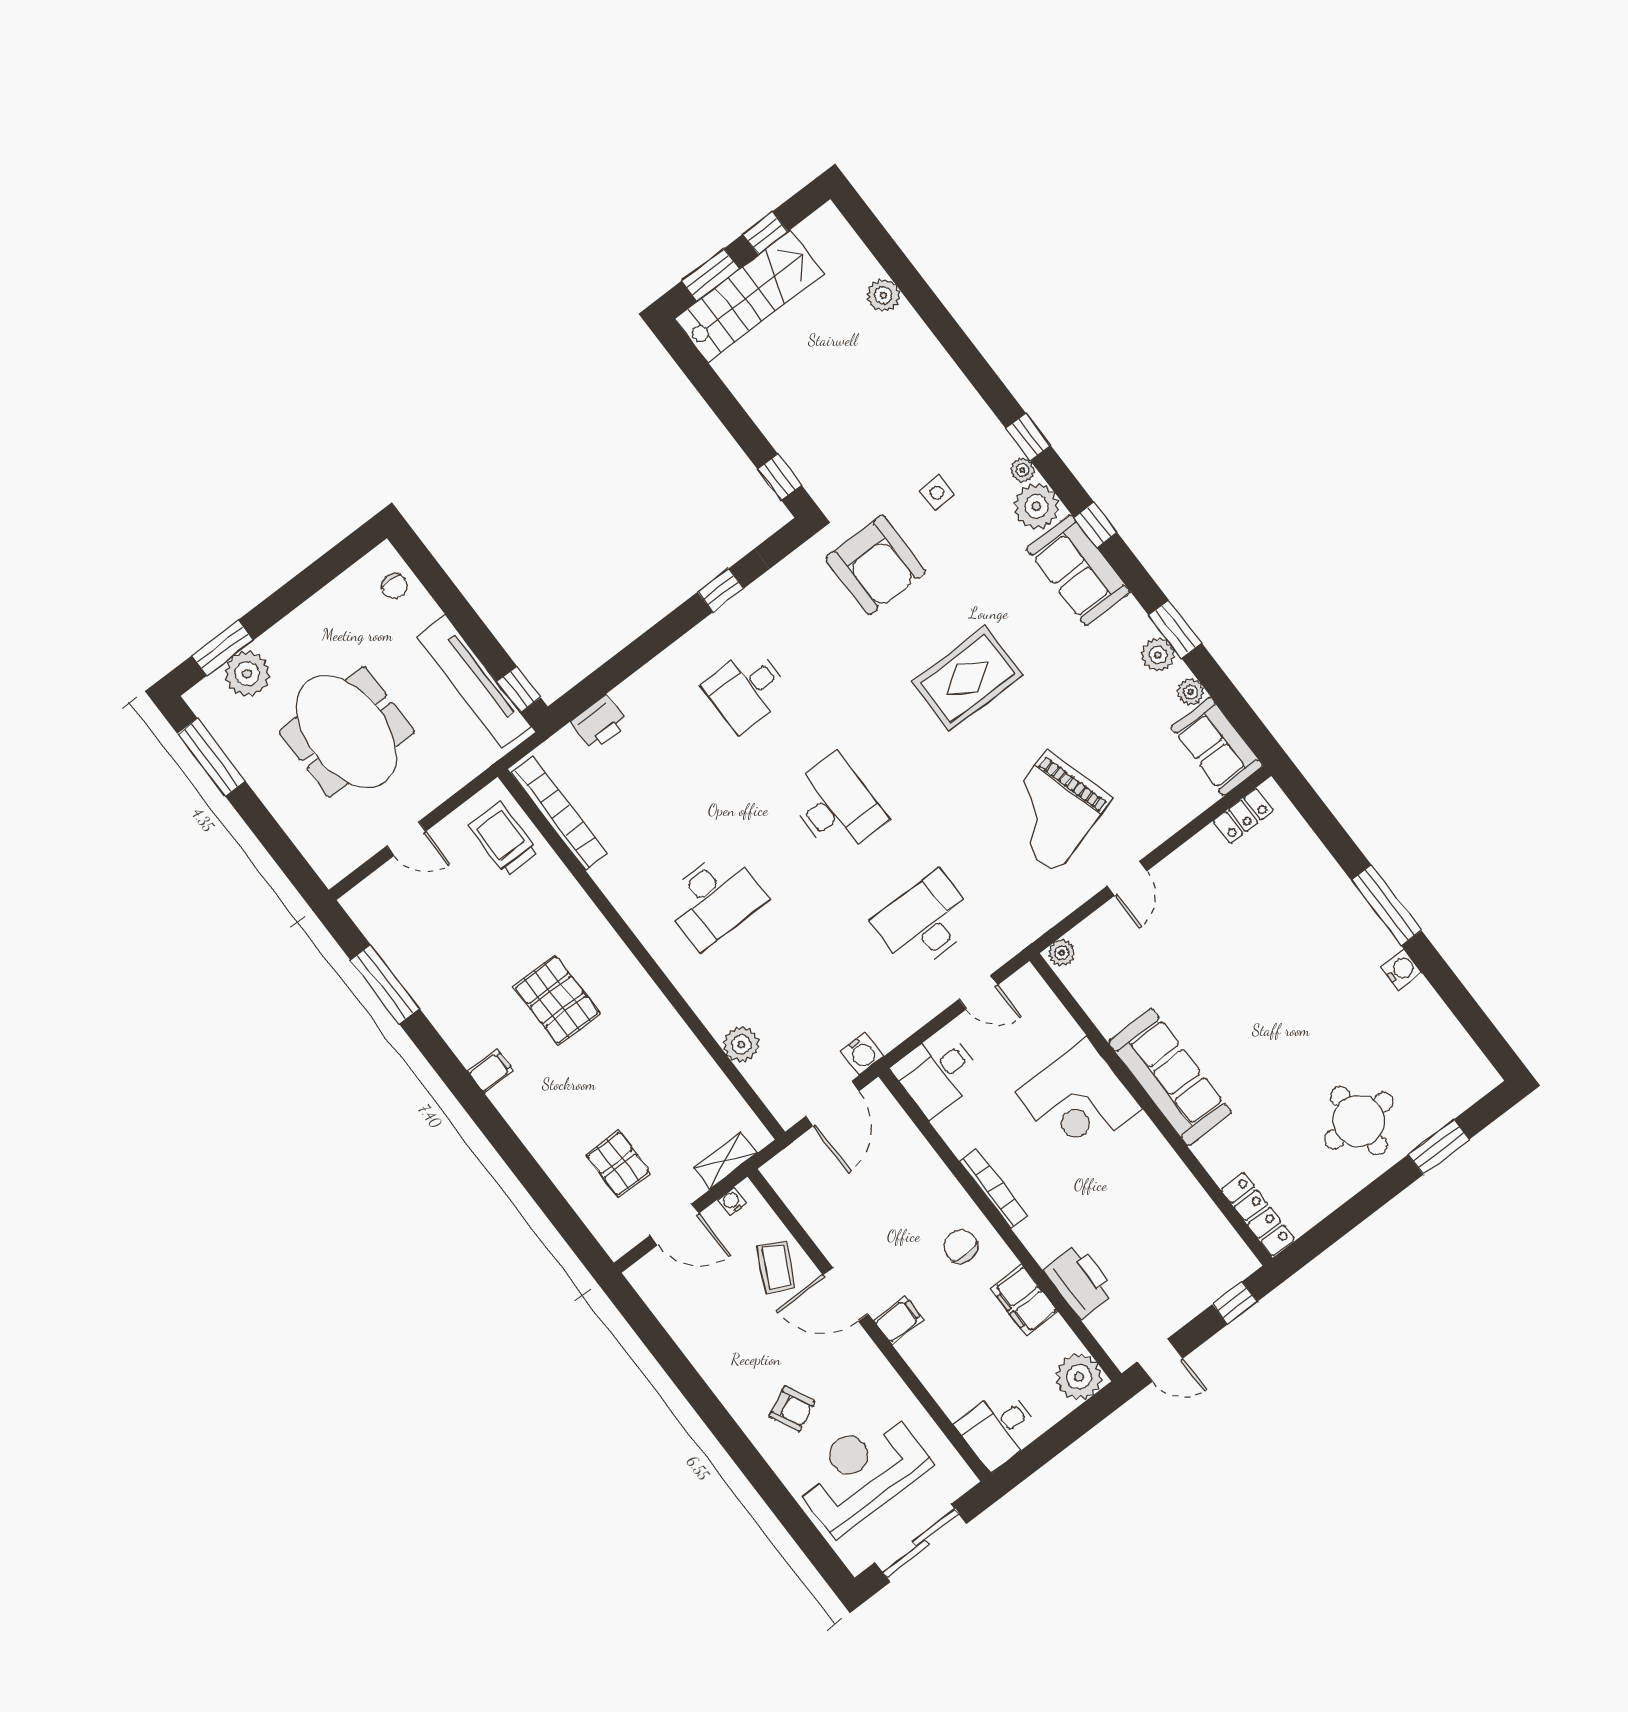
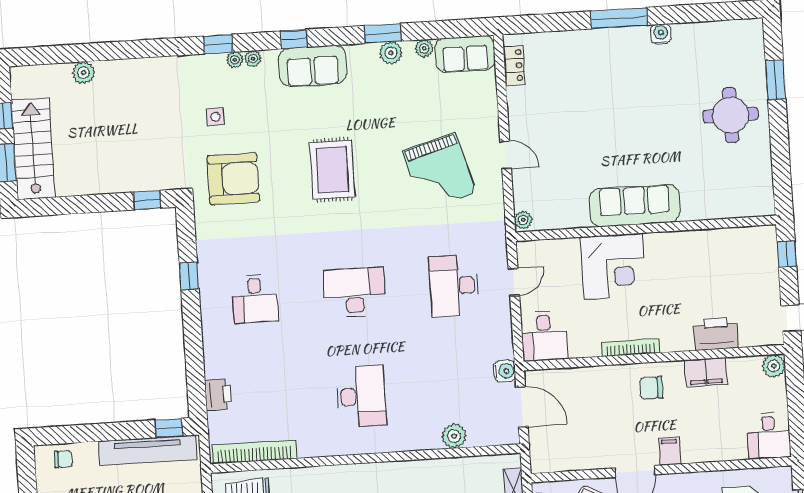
plant: (1036, 506) -> (253, 59), width x0.53, depth x0.53
locker: (1258, 1214) -> (745, 208), removed
plant: (1079, 1377) -> (774, 366), width x0.73, depth x0.73

